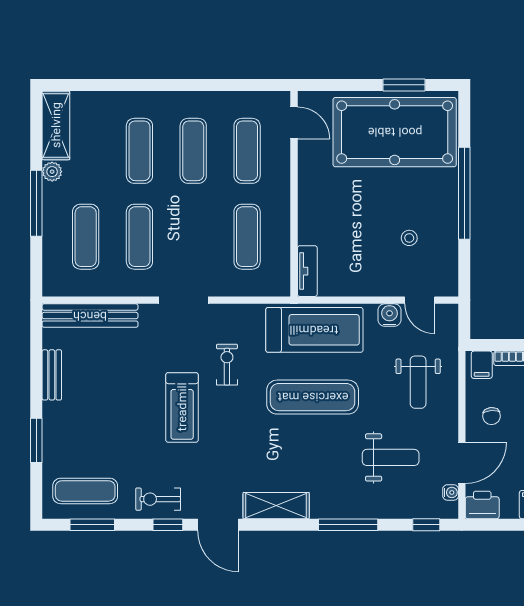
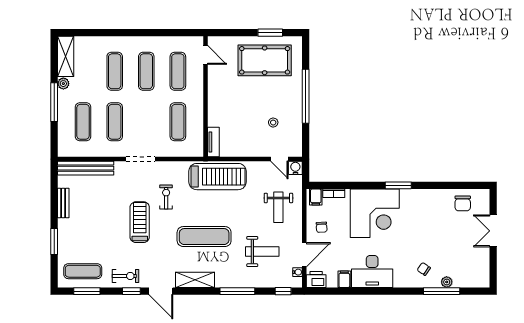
pool table: (395, 132) -> (265, 60), width x0.73, depth x0.76
water cooler: (390, 315) -> (295, 168), moved
exercise mat: (313, 397) -> (204, 237), moved
treadmill: (182, 407) -> (140, 222), turned 180
exercise bike: (158, 499) -> (126, 276), turned 180

